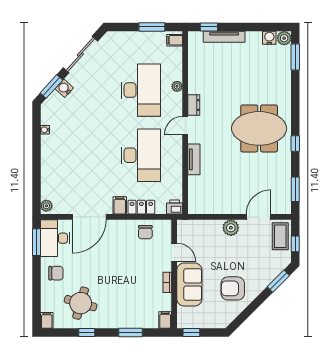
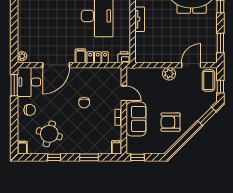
chair: (145, 232) -> (84, 103), moved

